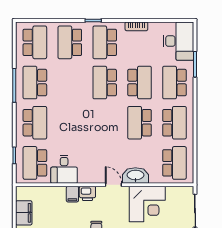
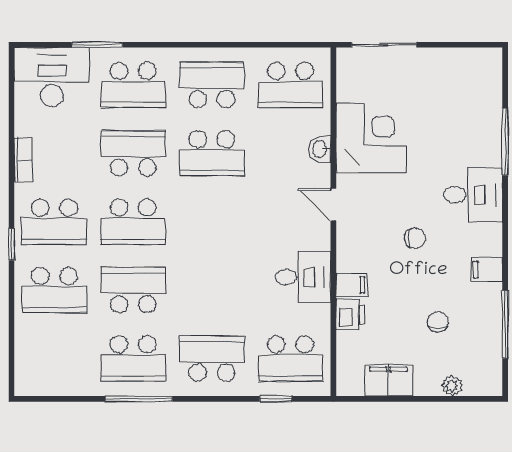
school desk: (35, 42) -> (133, 290), moved
school desk: (174, 163) -> (291, 85), turned 180
desk: (64, 169) -> (303, 277), moved
washbasin: (135, 175) -> (320, 149), width x0.52, depth x0.69
door: (113, 185) -> (333, 205), hinge flipped
printer: (87, 193) -> (350, 314), moved

